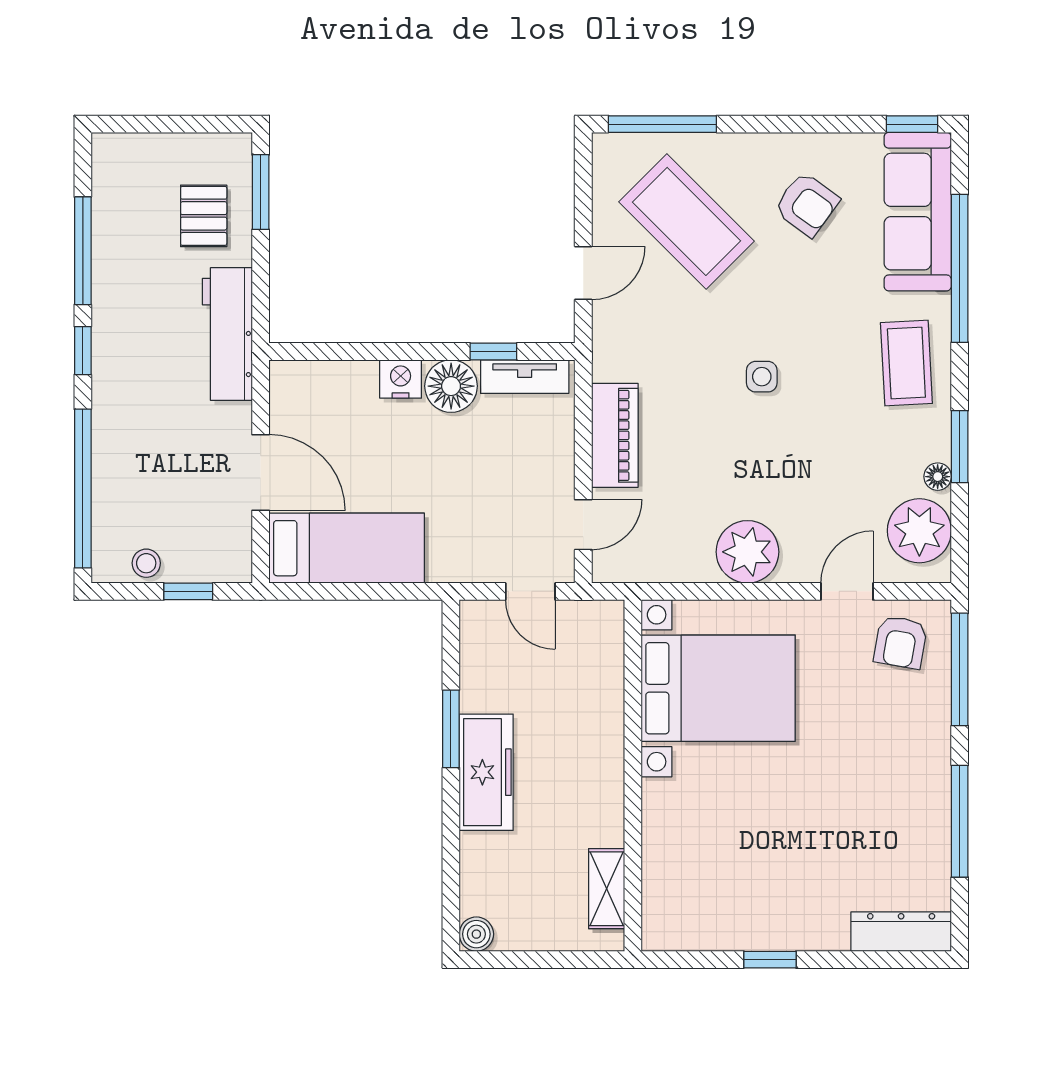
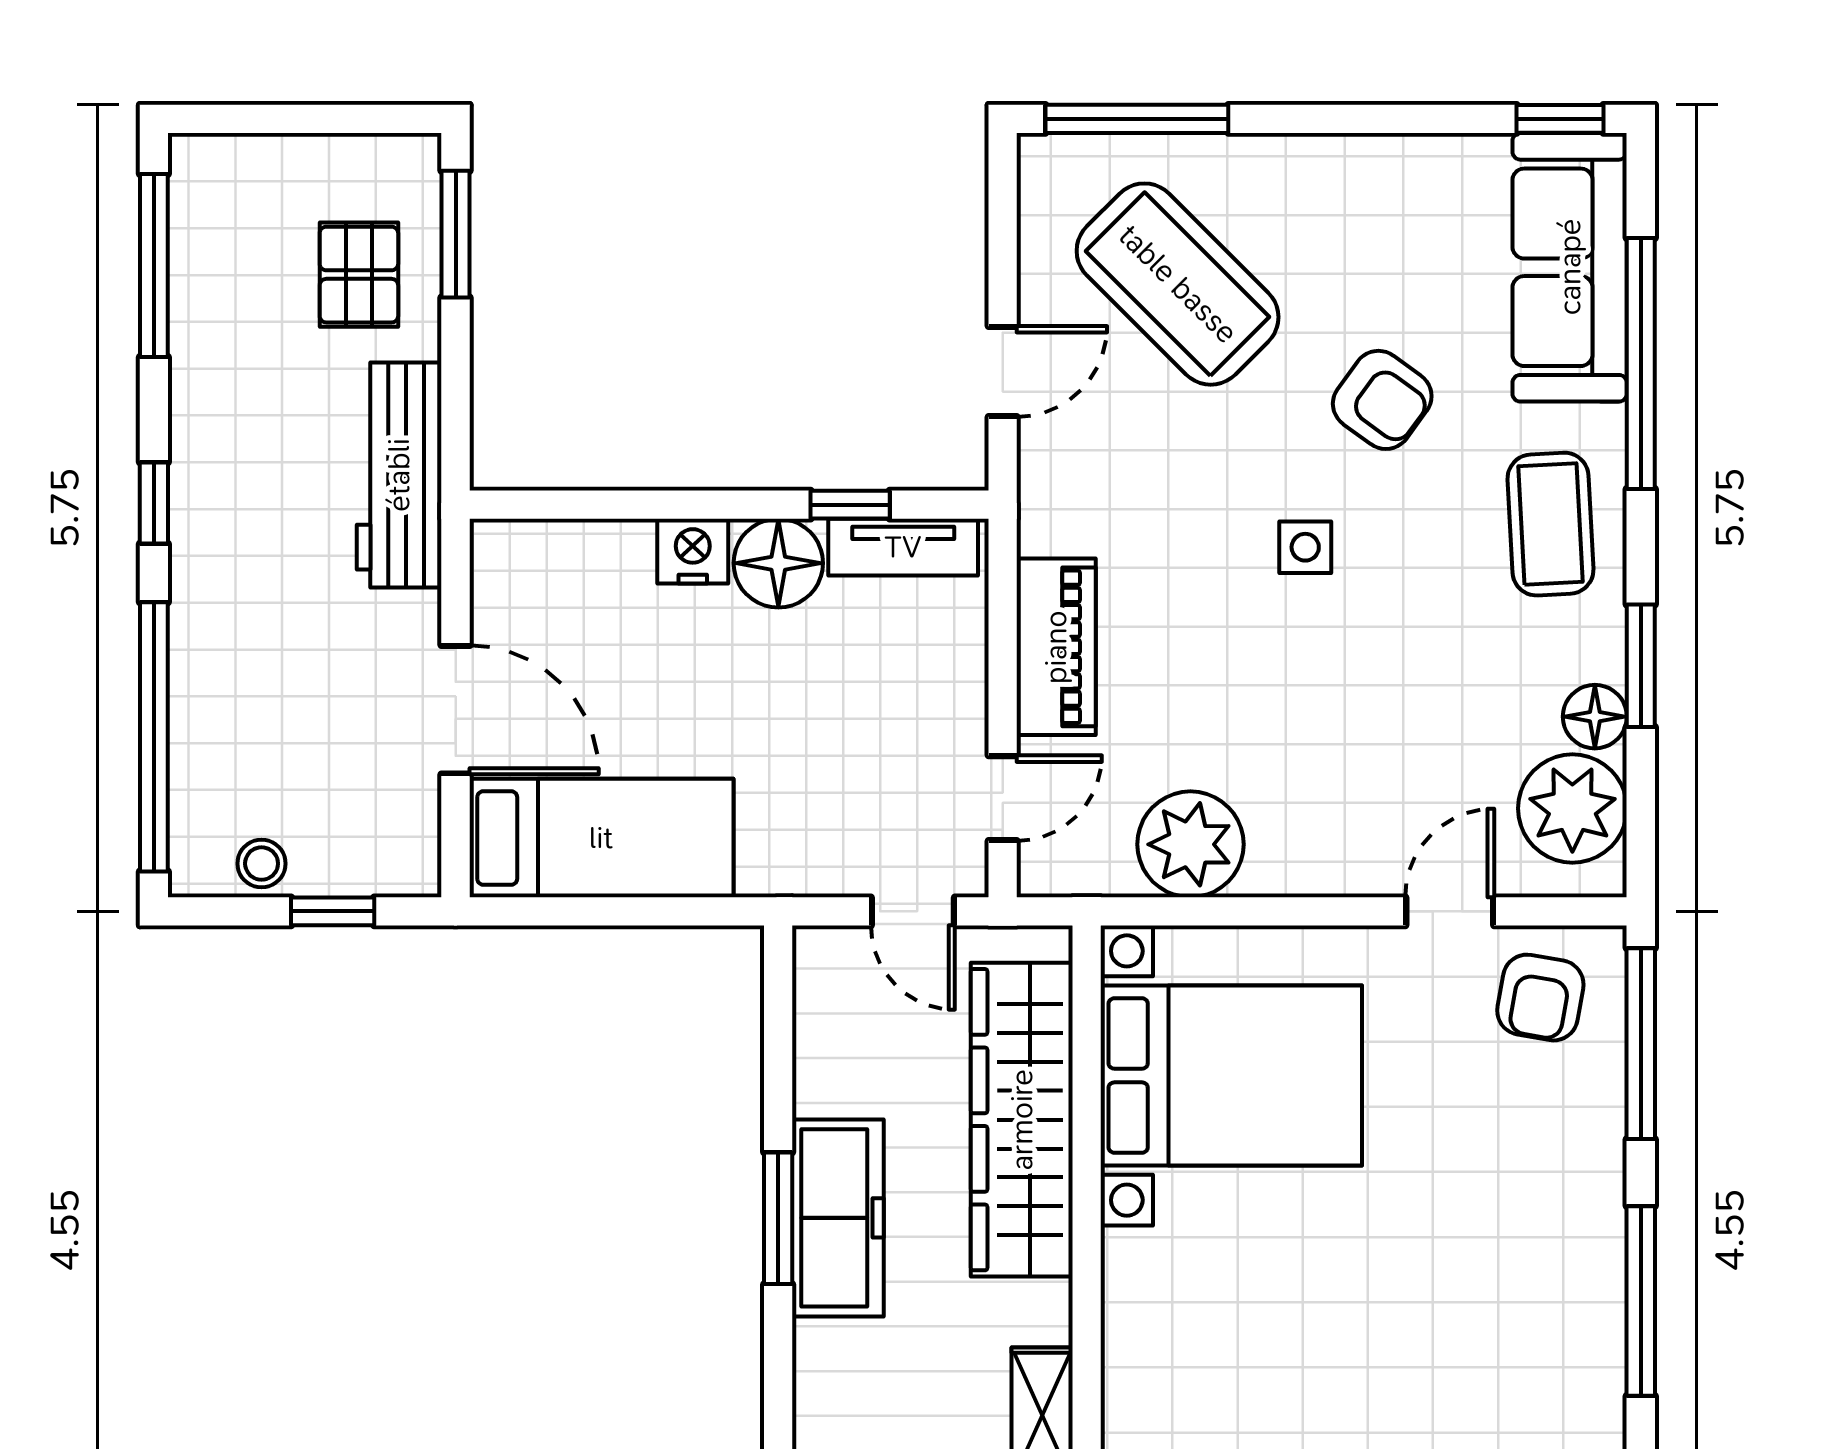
armchair: (807, 204) -> (1382, 400), moved
window: (83, 251) -> (154, 266), moved
floor lamp: (938, 477) -> (1595, 717), width x1.37, depth x1.37
plant: (747, 552) -> (1190, 844), moved
wardrobe: (595, 714) -> (1022, 1120), added
window: (451, 729) -> (778, 1218), moved

